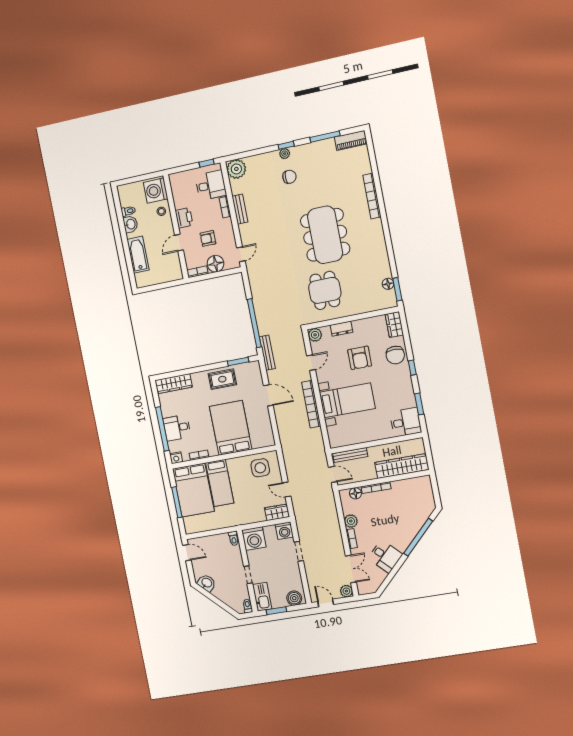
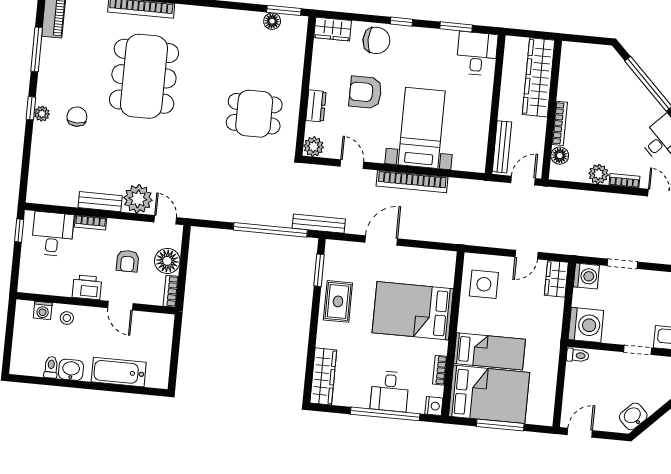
plant: (236, 169) -> (138, 199), moved
washing machine: (156, 191) -> (43, 310), width x0.53, depth x0.53
dining table: (325, 235) -> (144, 76), moved, turned 90
armchair: (360, 358) -> (365, 92), turned 180

